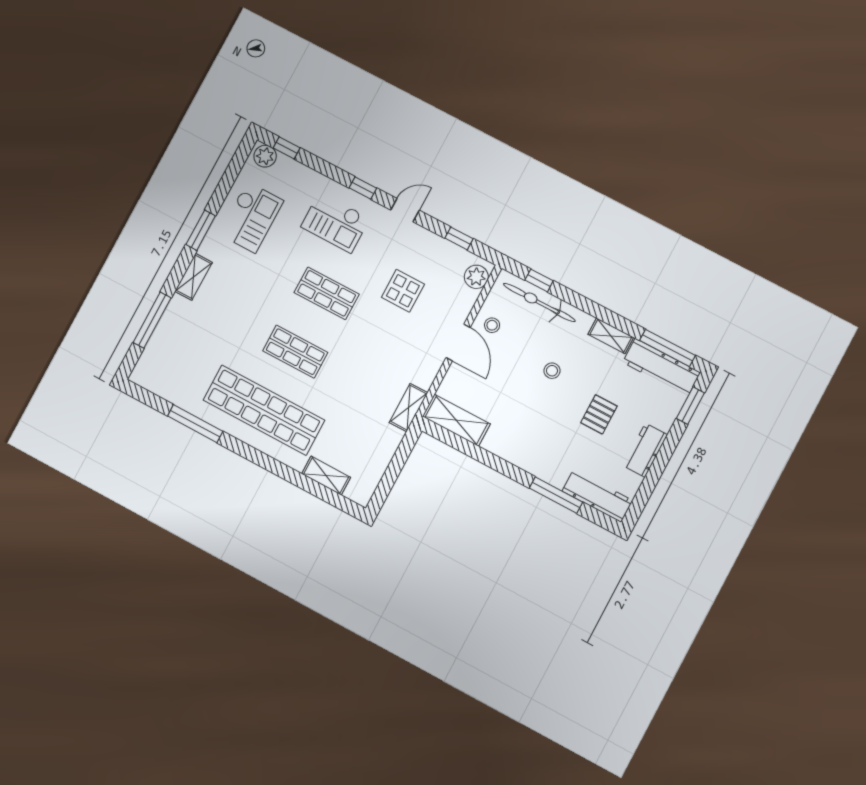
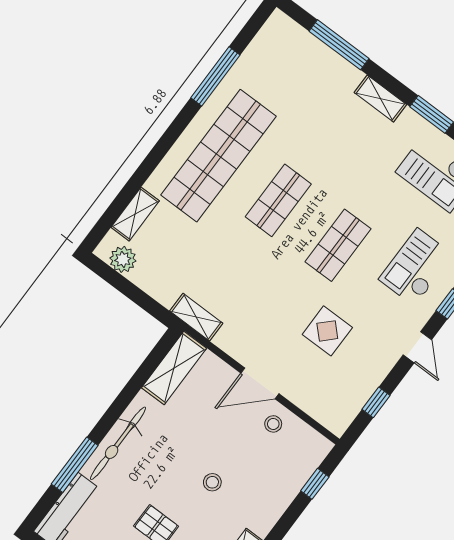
plant: (476, 277) -> (123, 259), moved
bicycle: (539, 302) -> (118, 443), moved, turned 180

